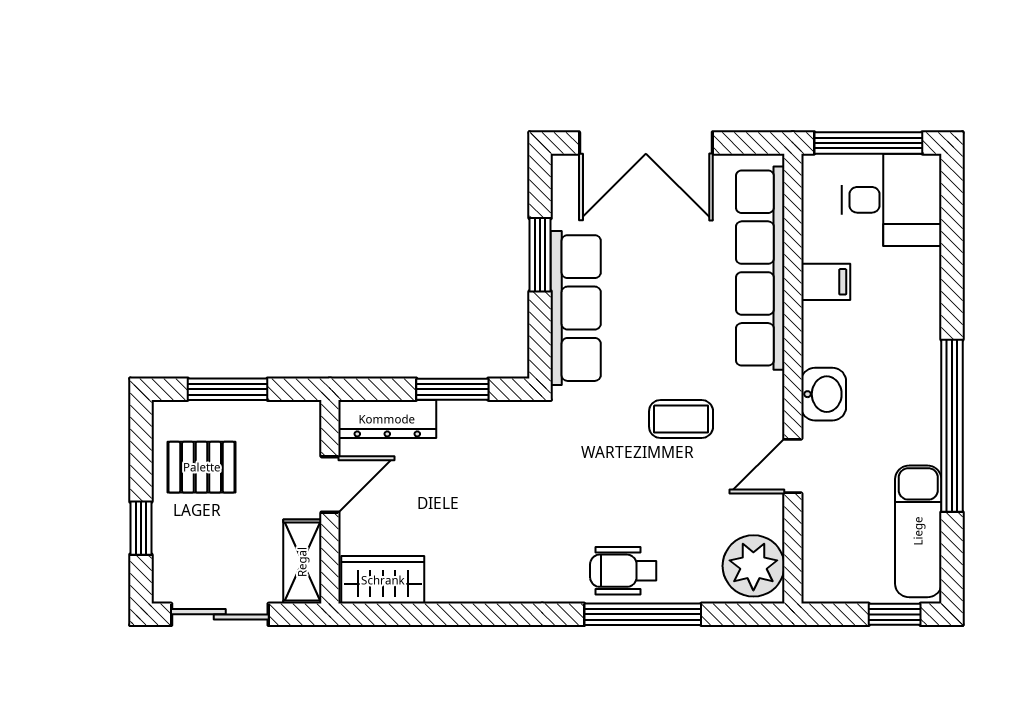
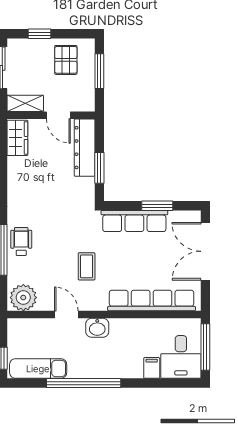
filing cabinet: (826, 282) -> (152, 368), moved, turned 180
dresser: (387, 419) -> (85, 148), width x1.37, depth x1.24

